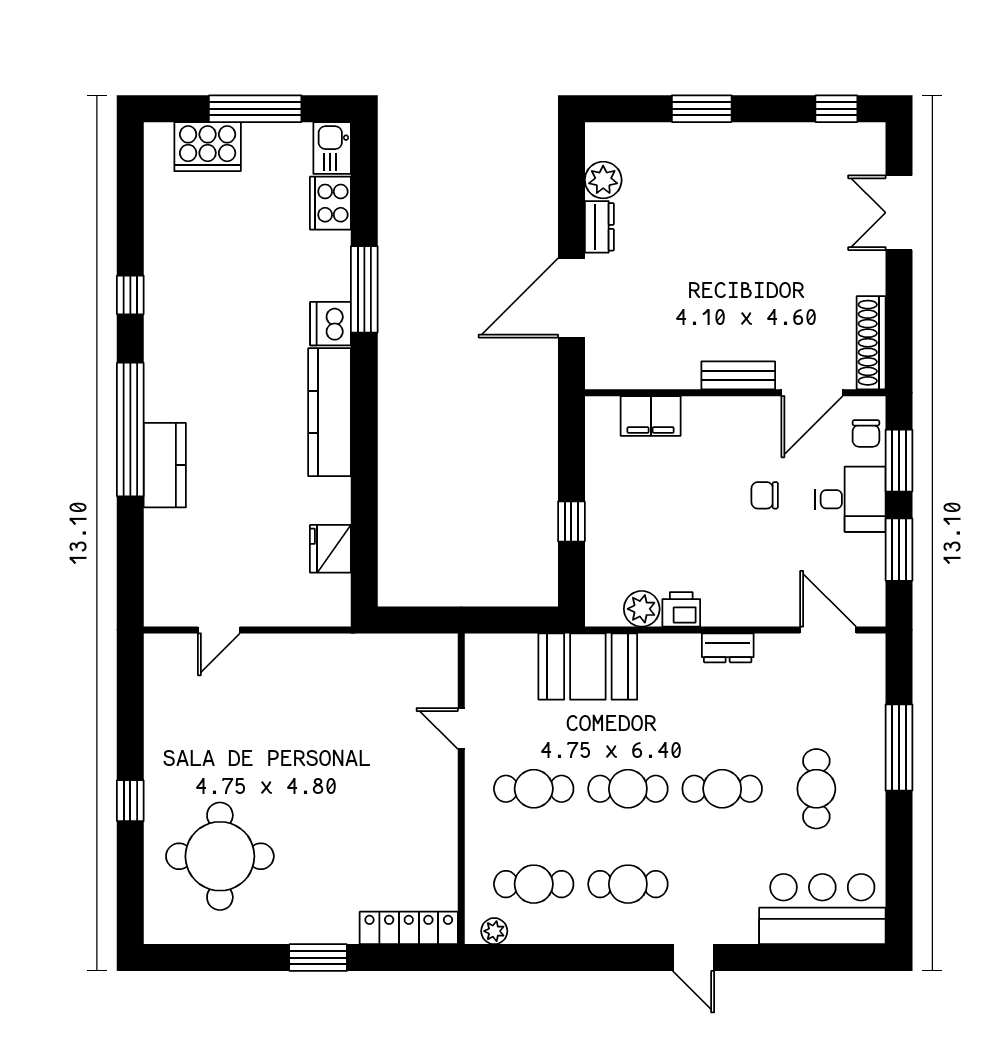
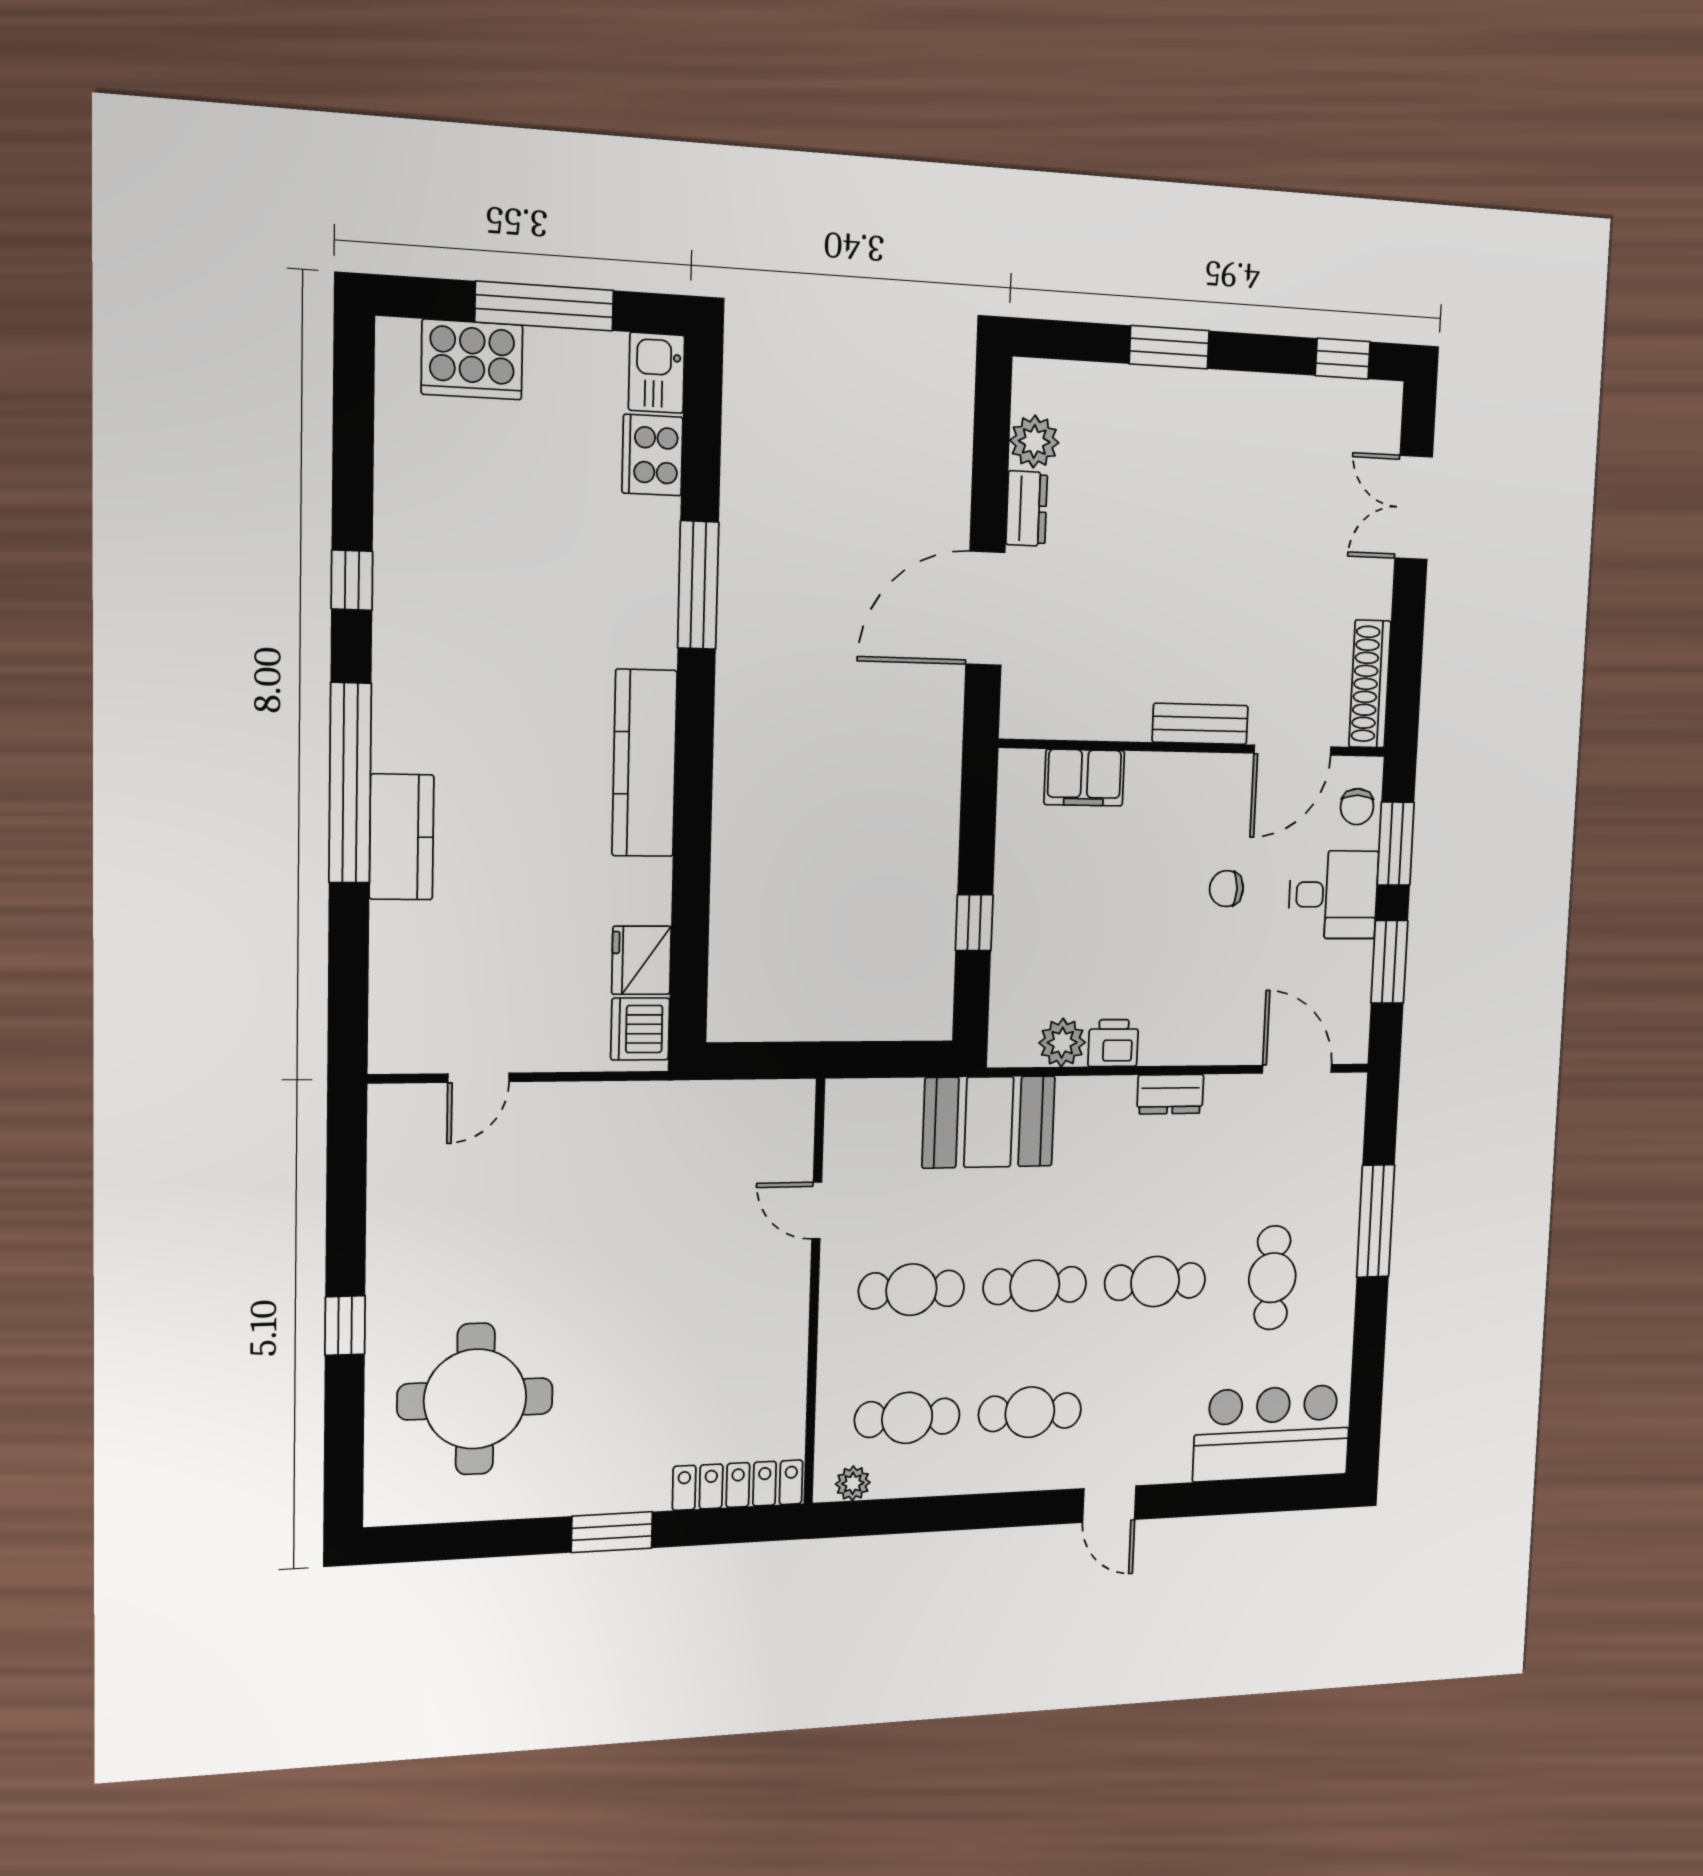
dishwasher: (331, 324) -> (640, 1029), moved

